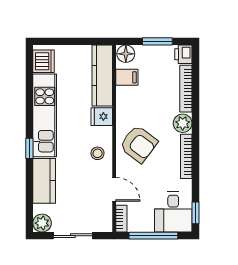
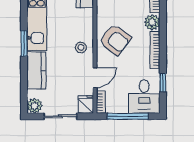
fridge: (102, 117) -> (86, 104), moved, turned 90
window: (29, 148) -> (24, 43), width x1.50
door: (114, 189) -> (95, 78), hinge flipped
window: (195, 213) -> (163, 82), moved

